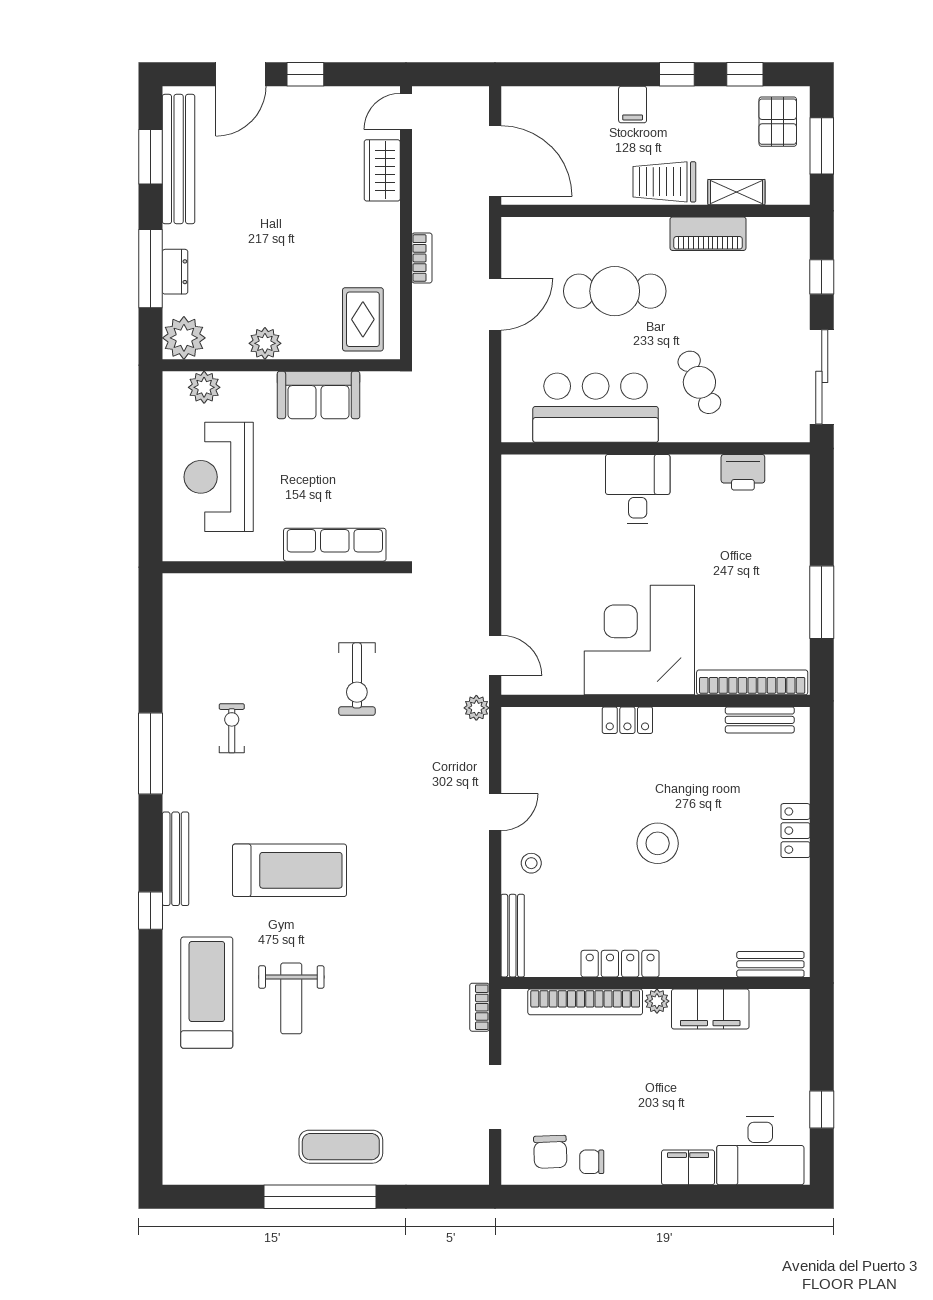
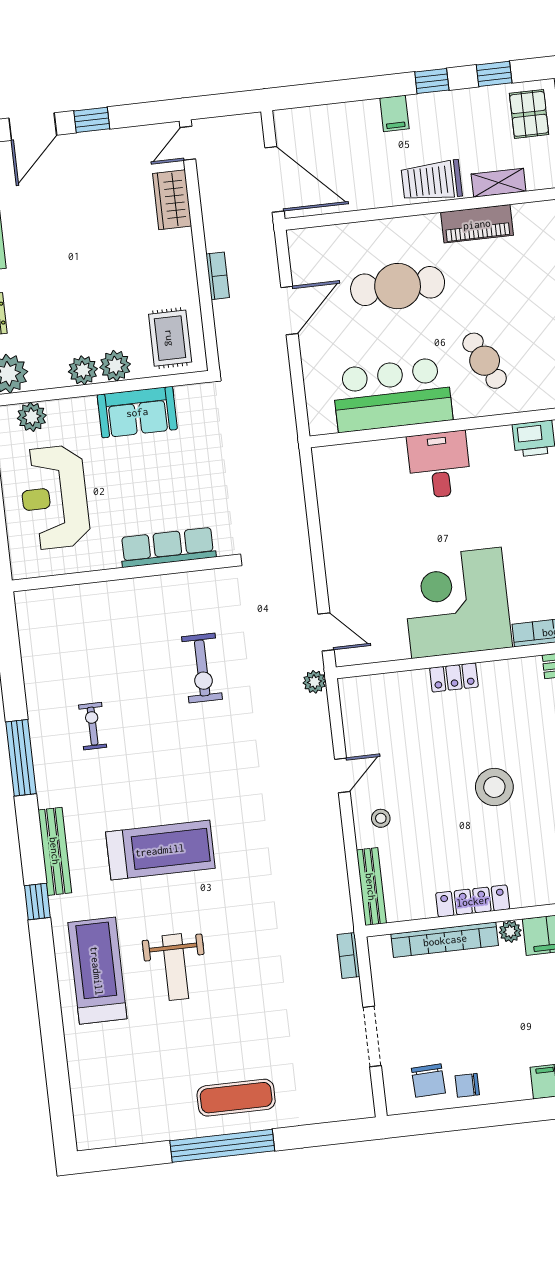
plant: (300, 342) -> (115, 366), added

